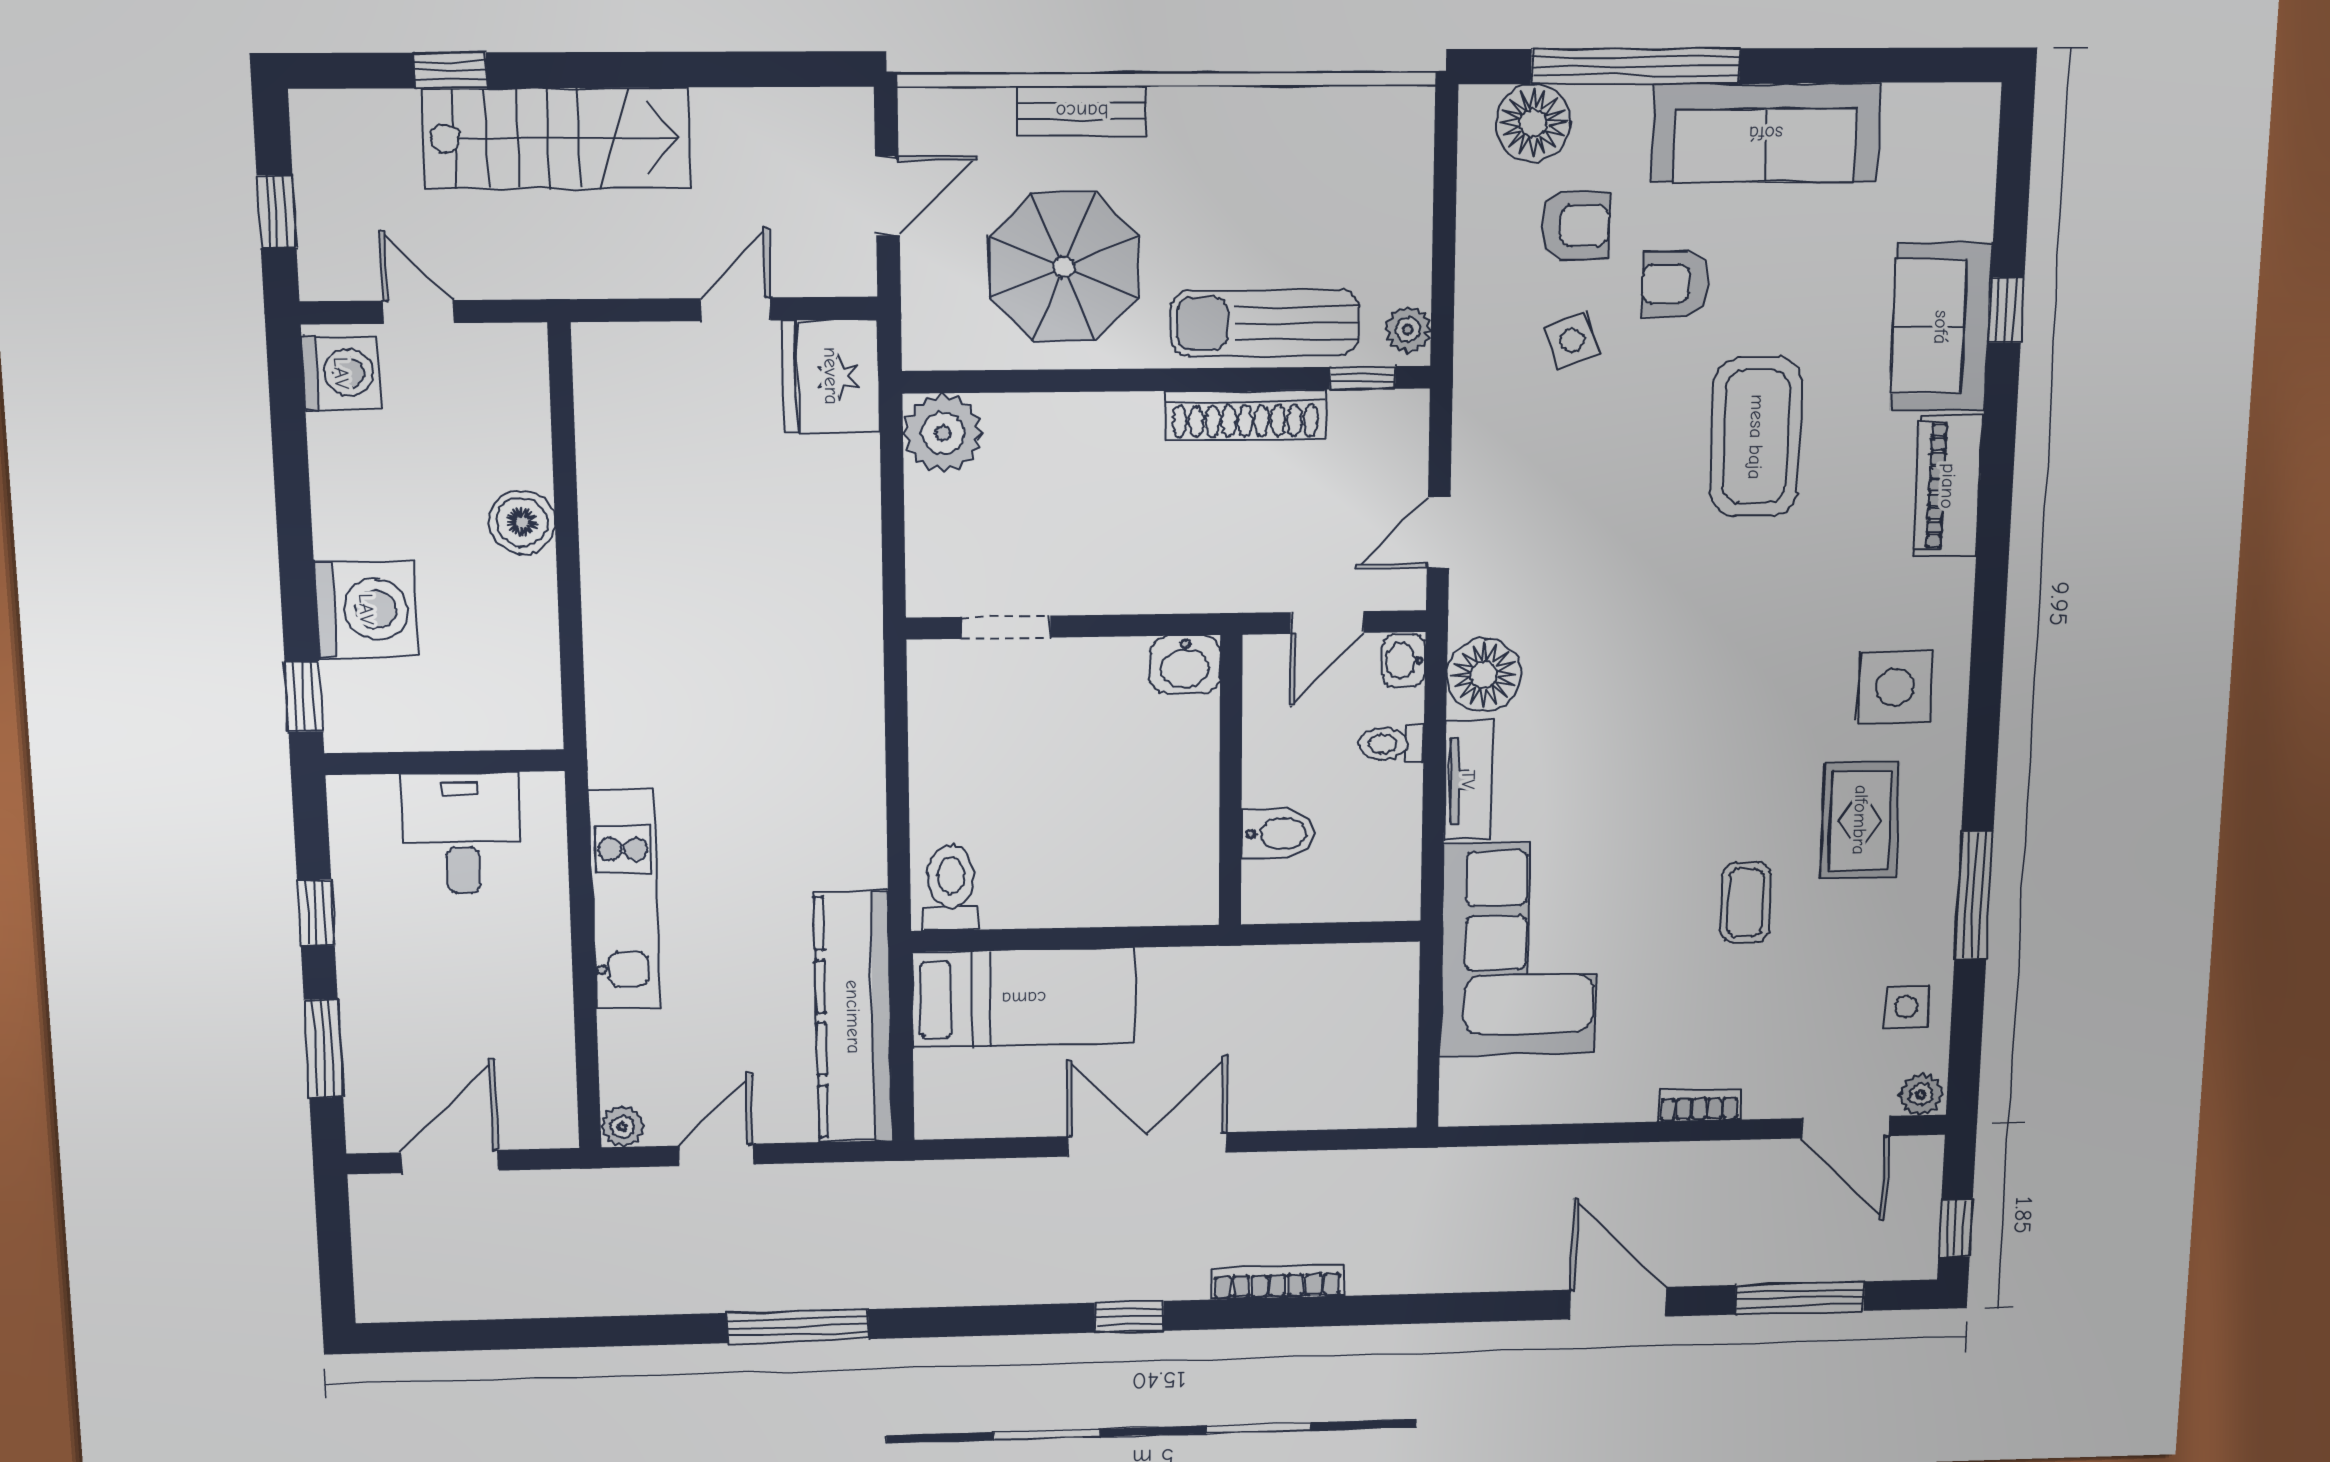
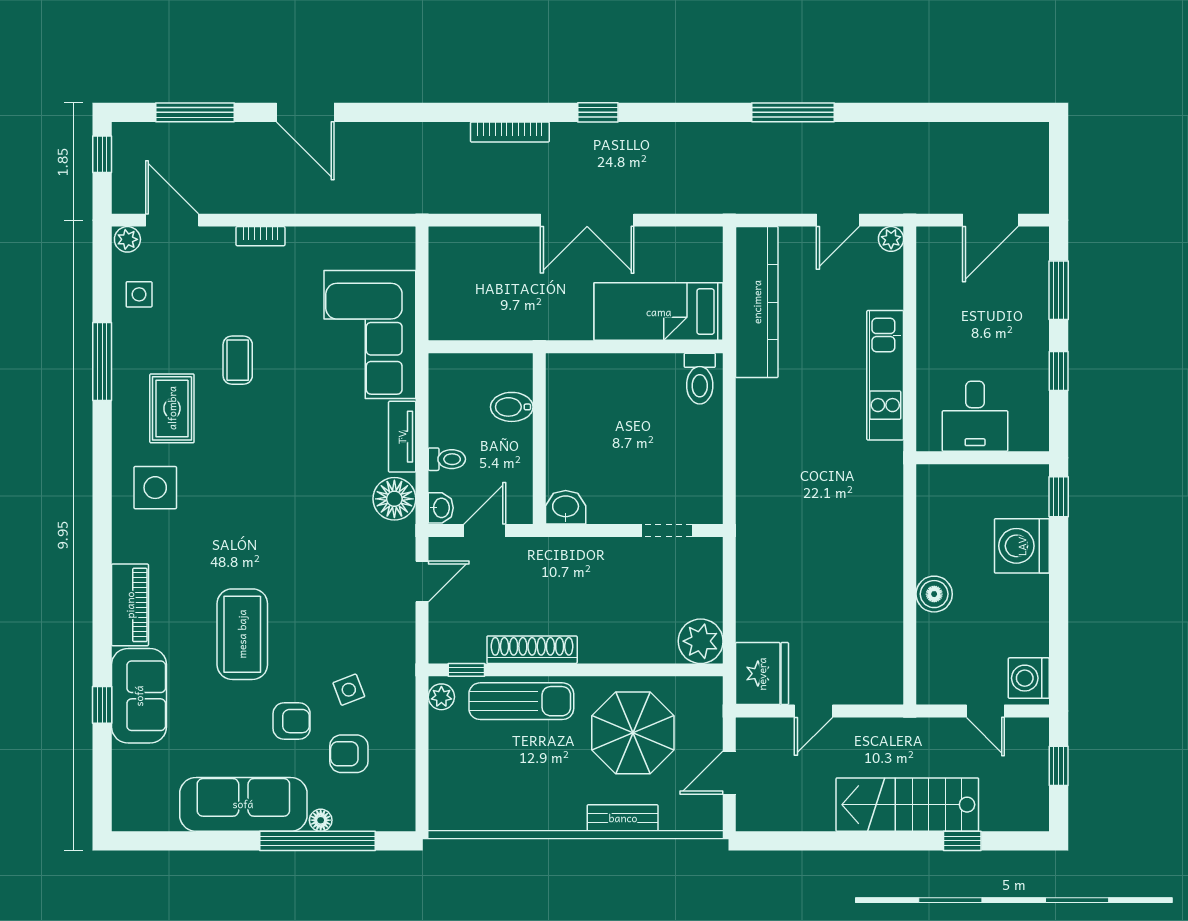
floor lamp: (1533, 123) -> (321, 820), moved, width x0.53, depth x0.53

